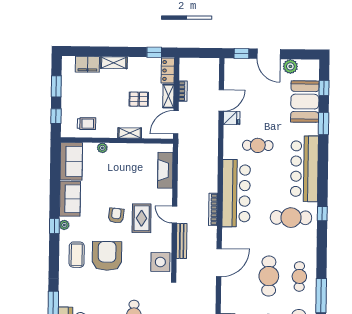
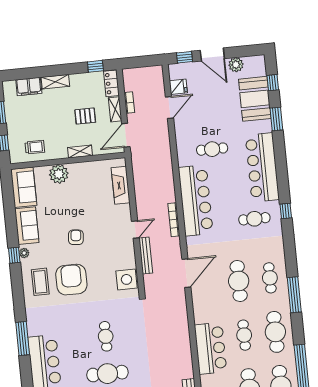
fridge: (232, 118) -> (178, 87), moved
plant: (102, 148) -> (59, 174), width x1.88, depth x1.88
door: (175, 215) -> (135, 229), swing flipped
rug: (142, 218) -> (102, 237), removed
cafe table: (291, 218) -> (254, 219), width x0.73, depth x0.74

